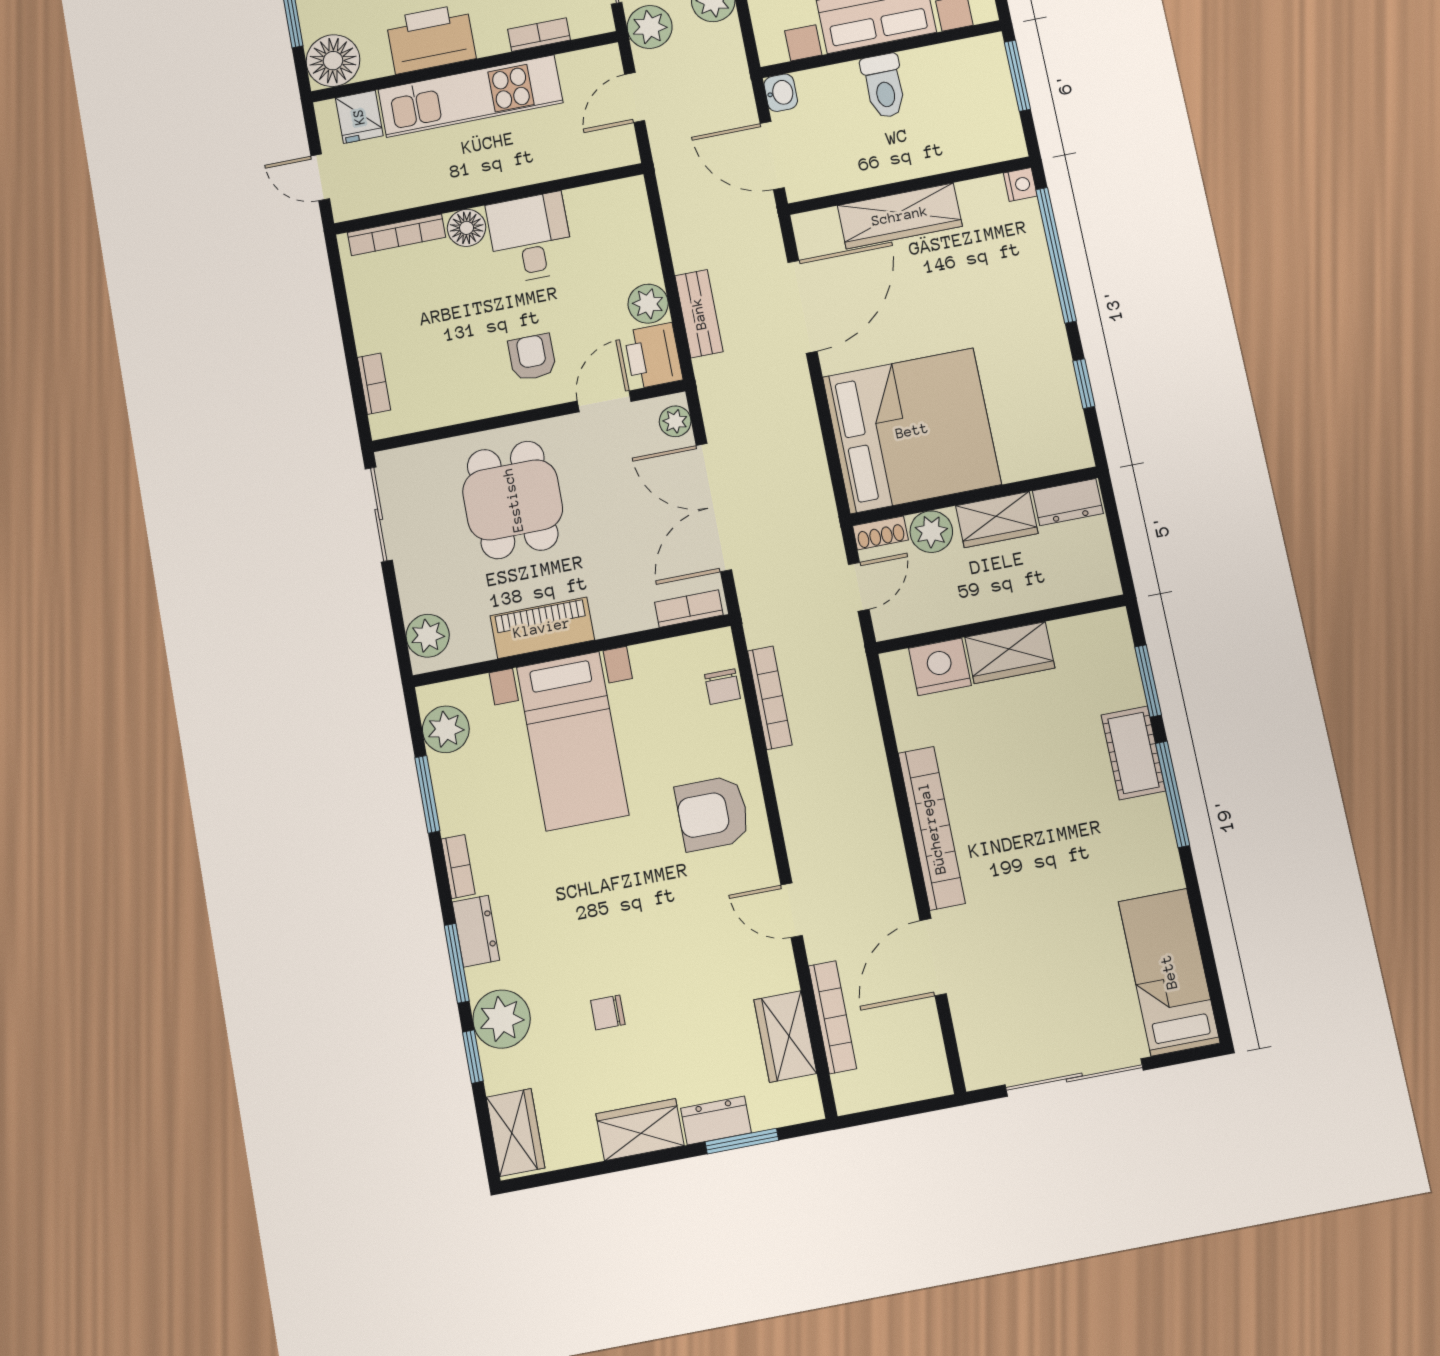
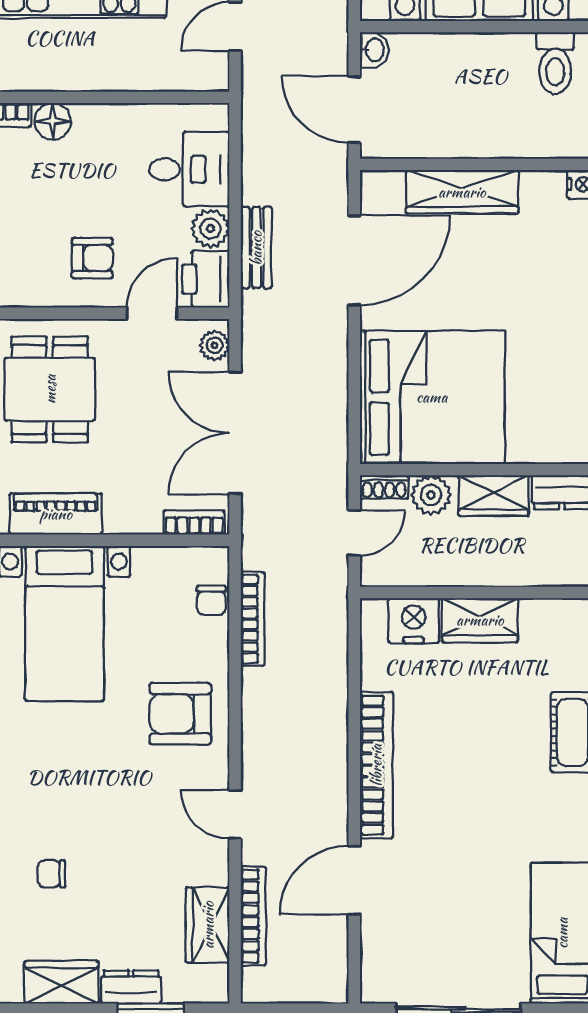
toilet: (884, 86) -> (555, 63), moved
desk: (530, 238) -> (189, 169), moved, turned 90
armchair: (532, 357) -> (92, 258), turned 90

